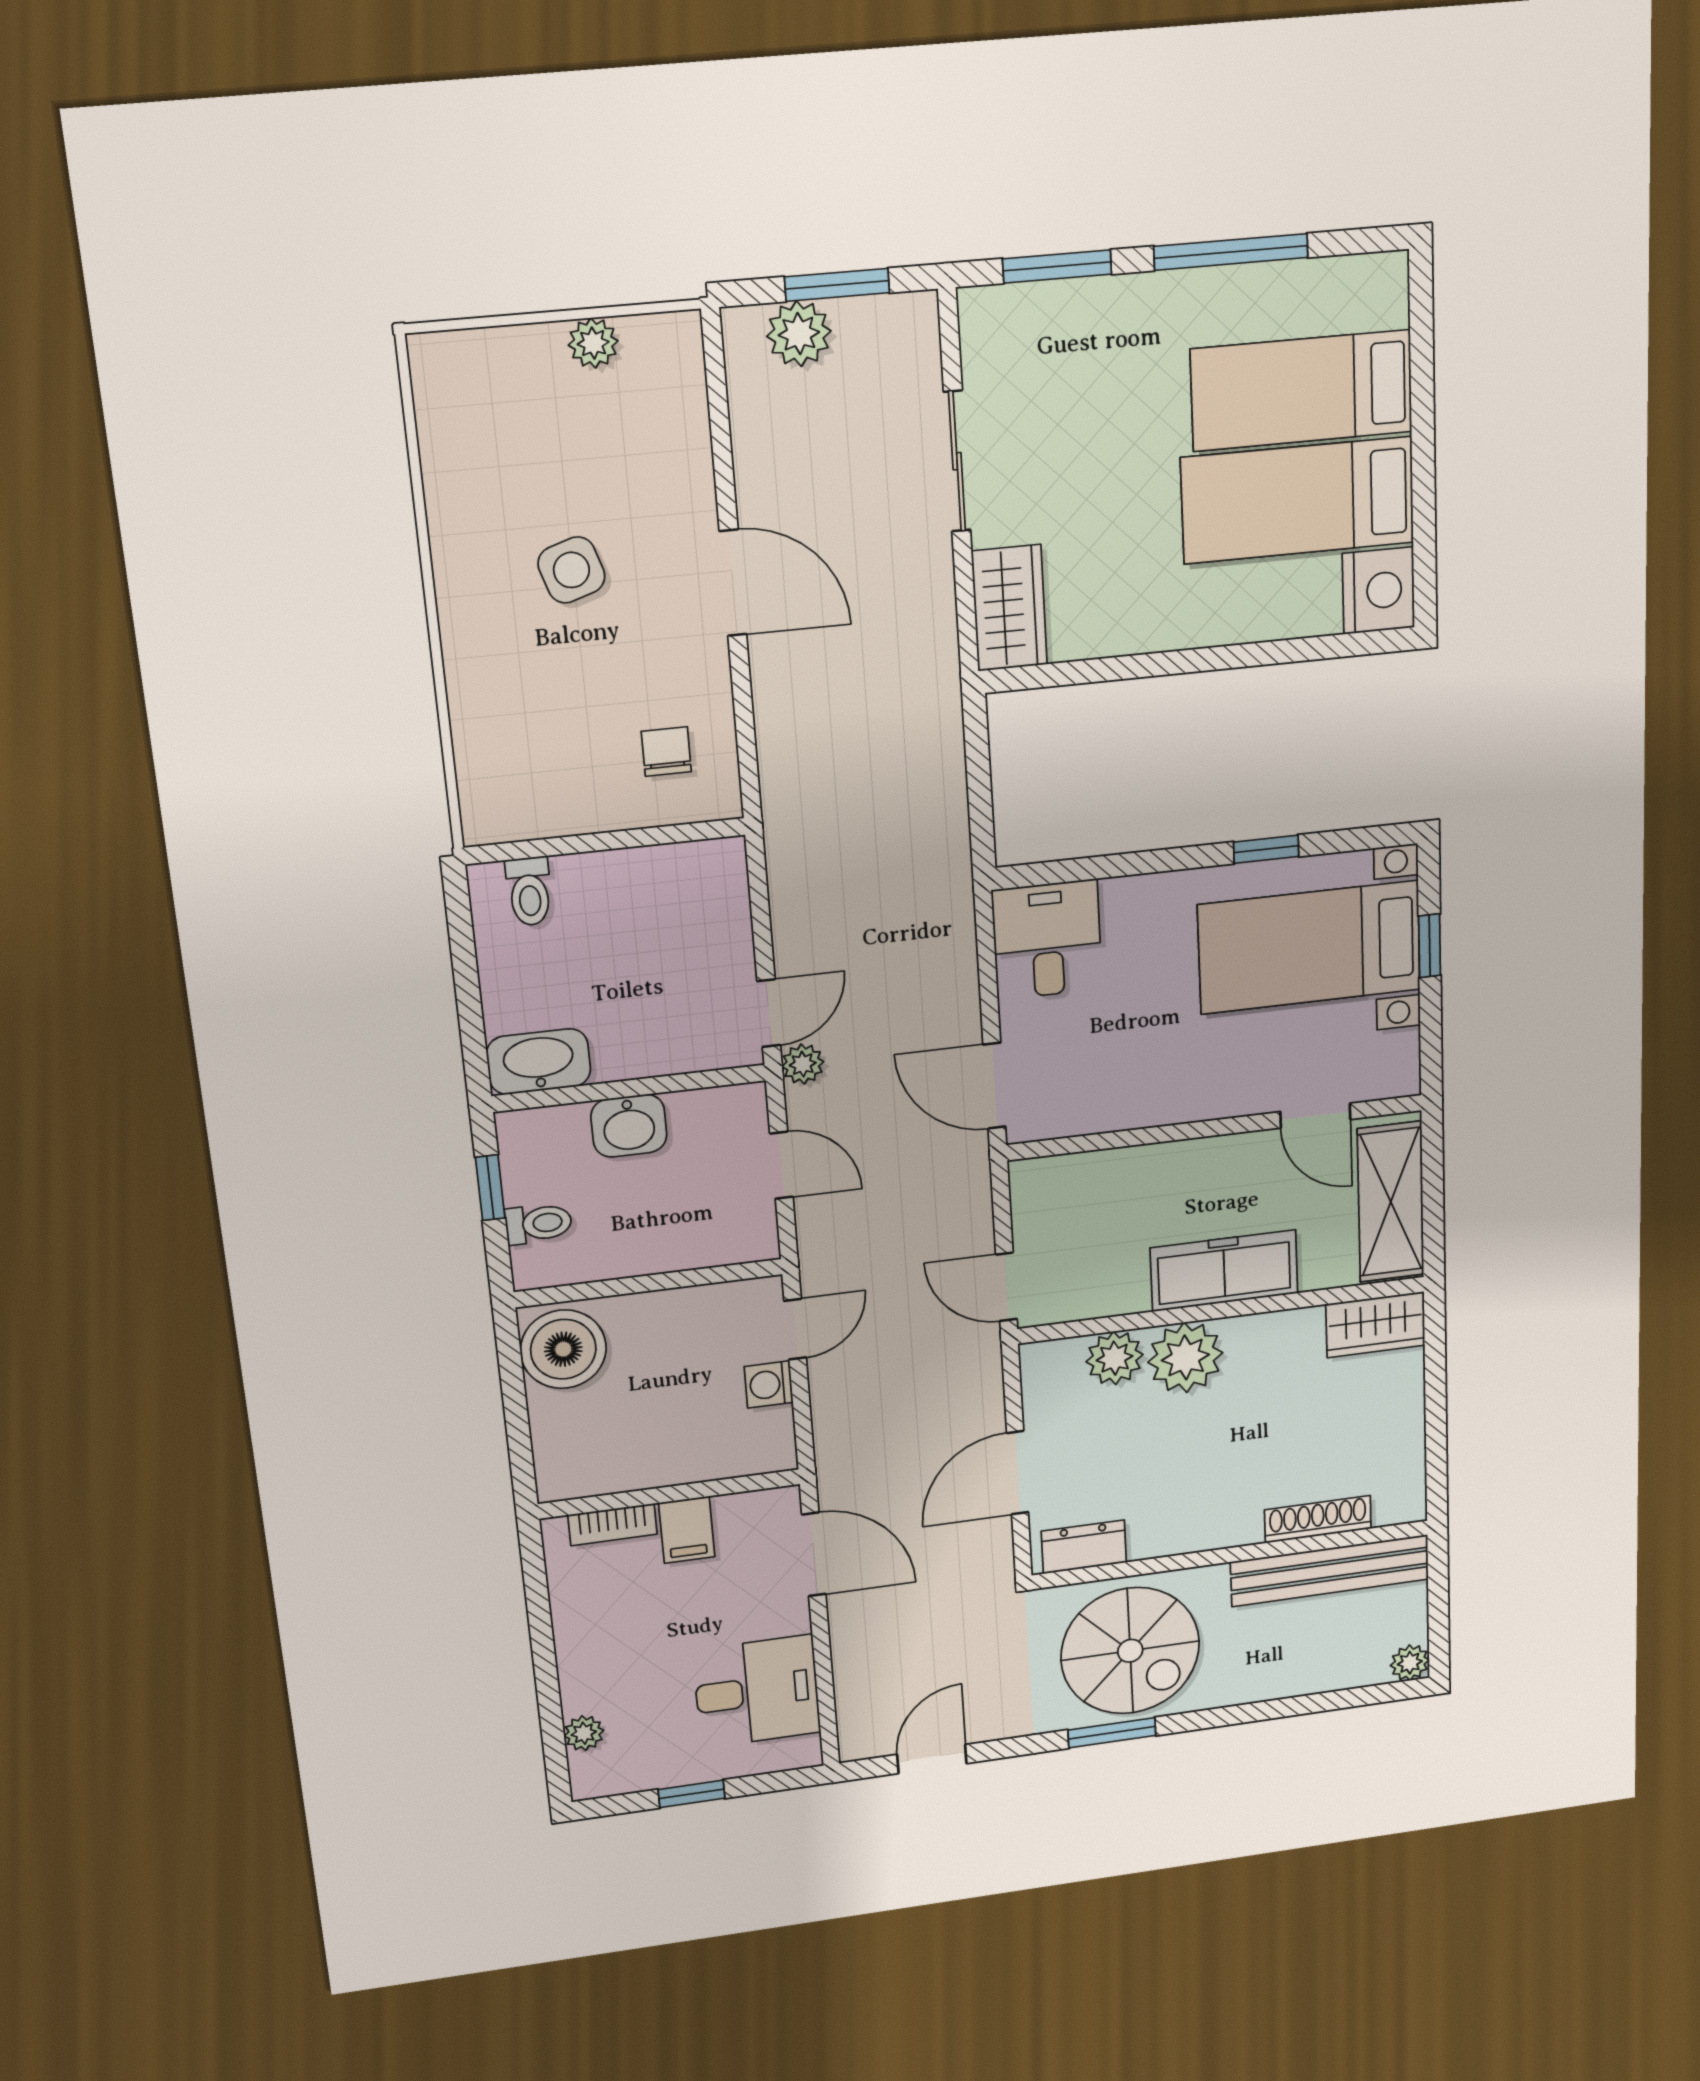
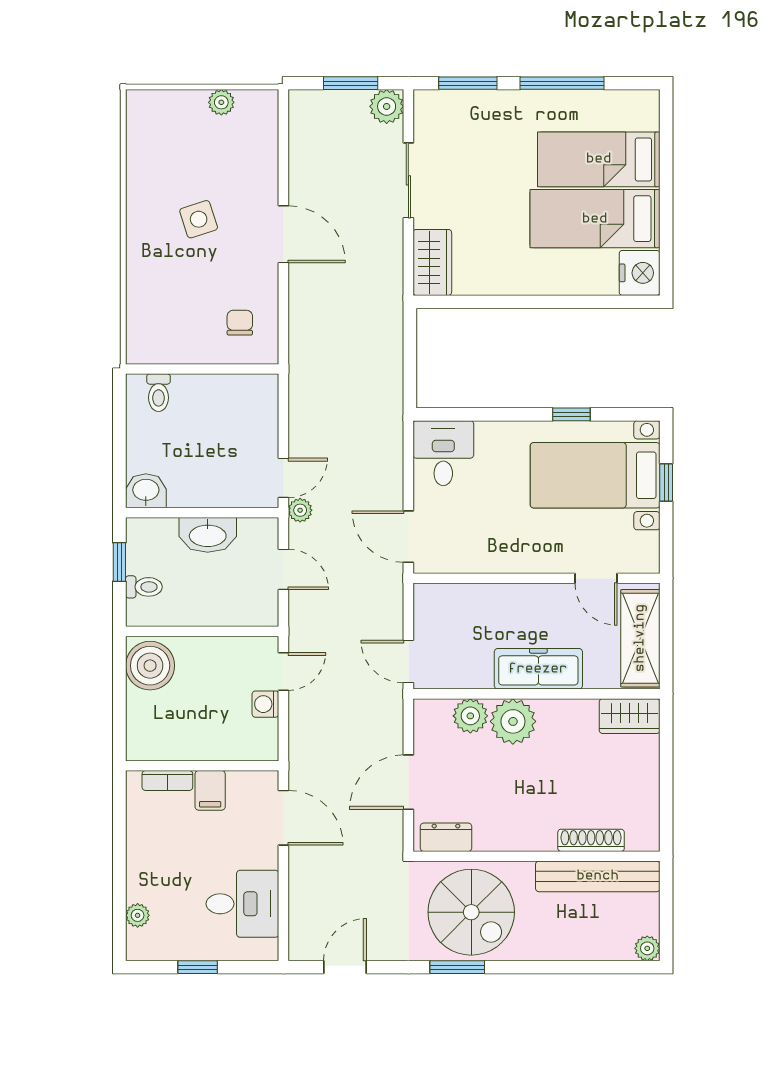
plant: (799, 334) -> (387, 106), moved
washbasin: (539, 1062) -> (146, 491), width x0.72
washbasin: (629, 1126) -> (208, 535), width x1.38

